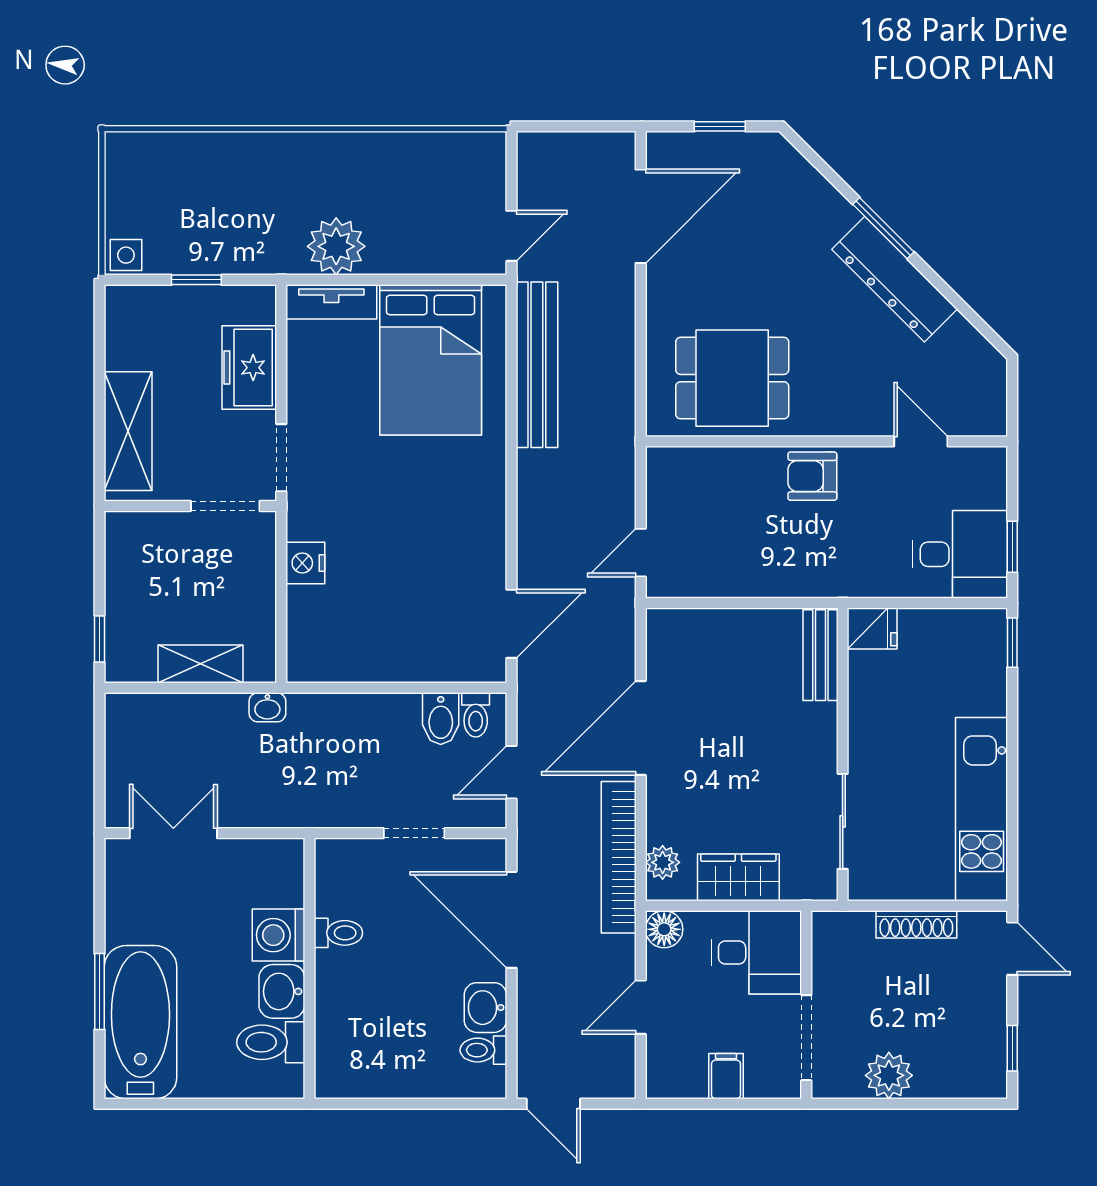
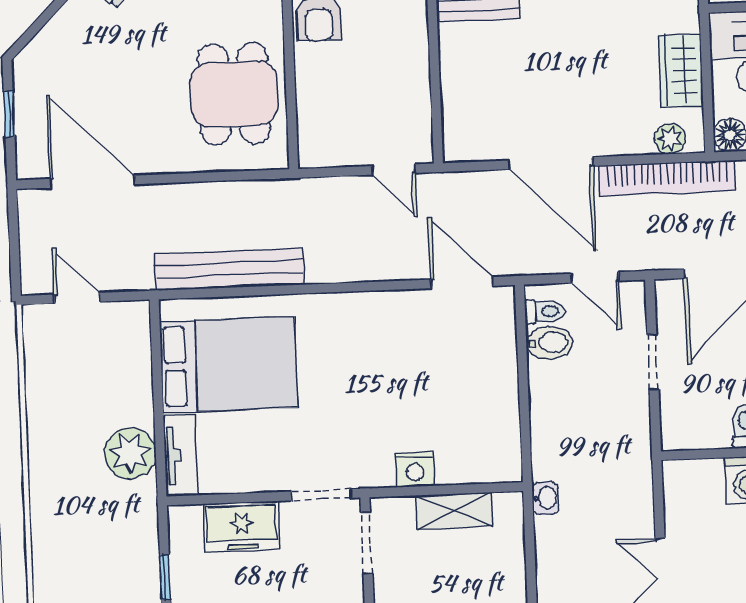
door: (511, 236) -> (77, 298), moved
shelving: (200, 664) -> (454, 511), moved, turned 90

